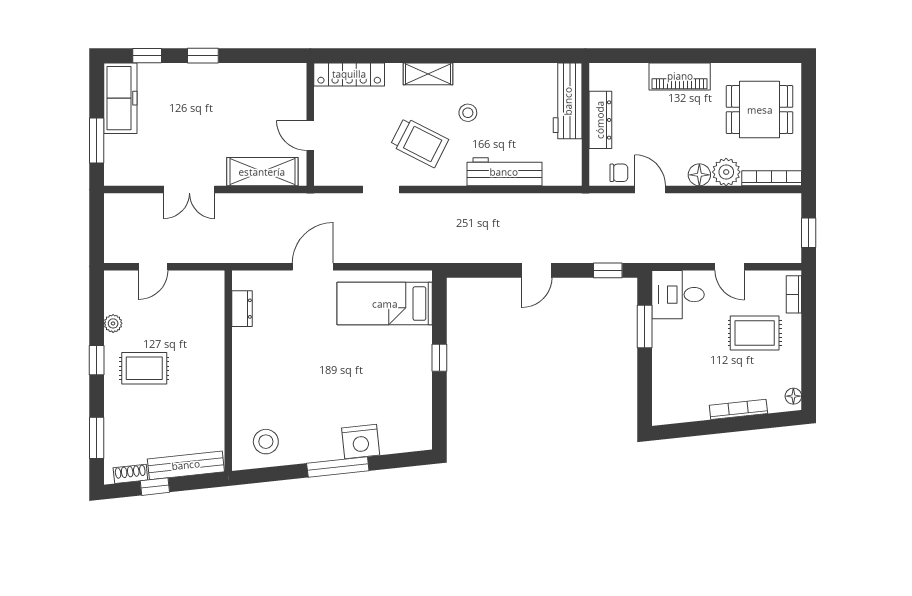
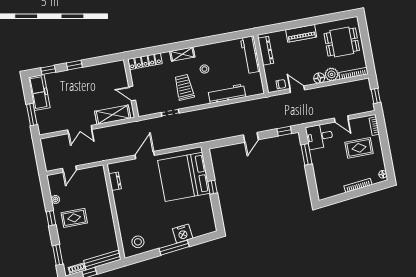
dresser: (600, 120) -> (266, 51), moved
trolley: (419, 142) -> (184, 87), turned -120
bed: (385, 304) -> (184, 177), width x2.04

